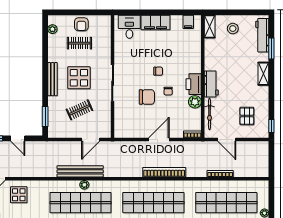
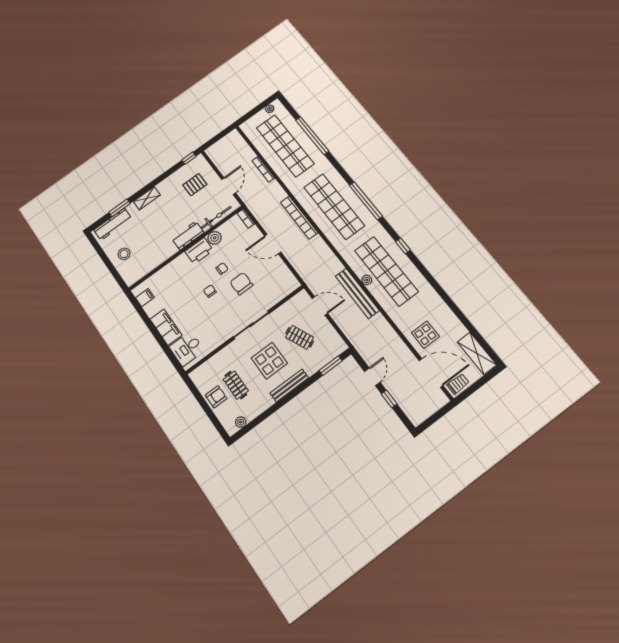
shelving: (210, 26) -> (136, 275), removed

